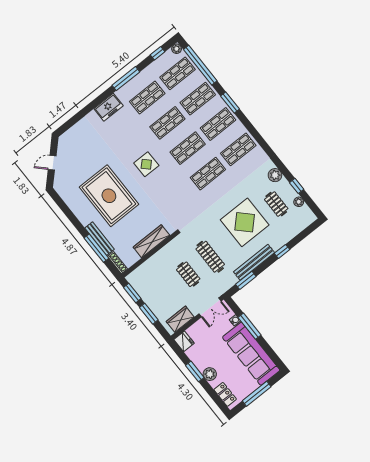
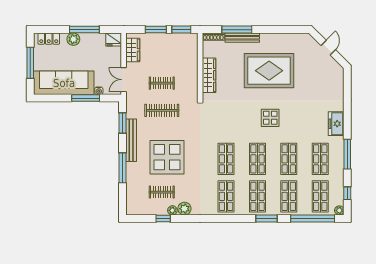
plant: (299, 202) -> (172, 210), moved
window: (282, 251) -> (122, 168), width x2.17
window: (195, 371) -> (84, 30), width x1.44

